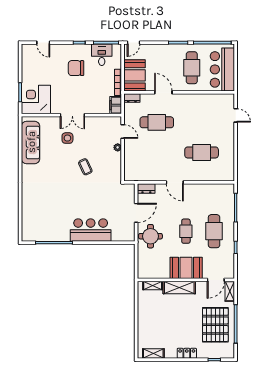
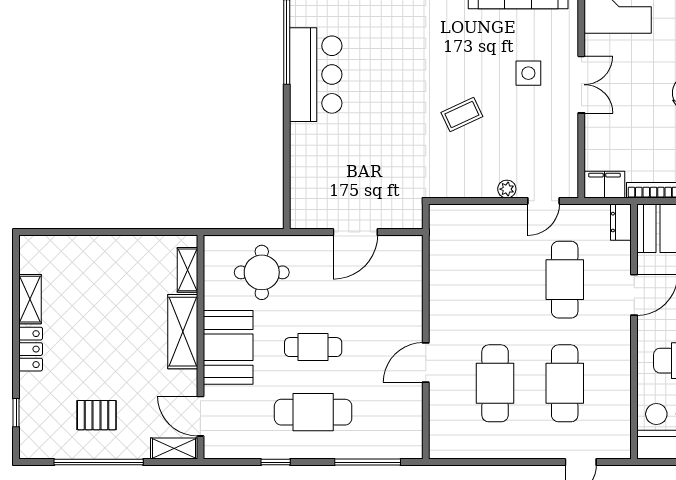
double door: (72, 115) -> (581, 85), swing flipped
cafe table: (202, 122) -> (565, 383), added
door: (175, 182) -> (426, 363), moved
dresser: (146, 189) -> (412, 256), removed
door: (136, 213) -> (355, 232), hinge flipped
bar counter: (91, 230) -> (316, 75), moved
round table: (150, 236) -> (262, 272), moved
pallet: (215, 325) -> (97, 415), width x0.49, depth x0.50
shelving: (153, 354) -> (30, 299), moved

